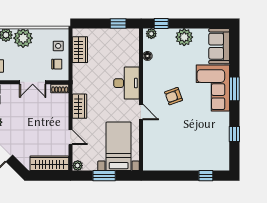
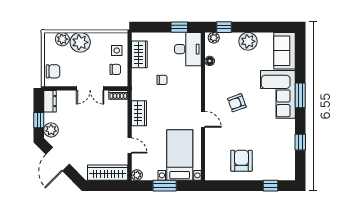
chair: (102, 74) -> (162, 80), added
desk: (127, 83) -> (188, 49), moved
armchair: (178, 152) -> (241, 161), added

